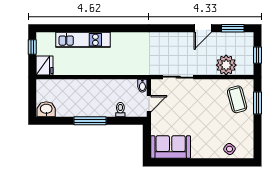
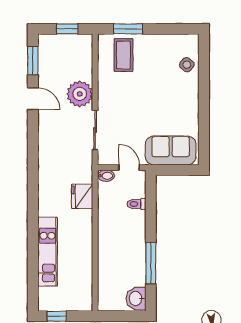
plant: (226, 65) -> (80, 94), moved
fridge: (44, 66) -> (82, 196), moved, turned -90
coffee table: (237, 99) -> (123, 55), turned -75
window: (90, 121) -> (151, 263), moved
sofa: (171, 147) -> (171, 150), moved, turned 90

